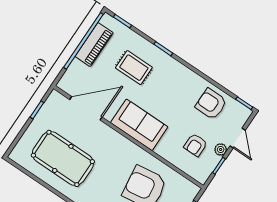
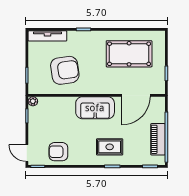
rug: (134, 68) -> (110, 147), moved
armchair: (211, 104) -> (58, 152), turned 180
door: (238, 138) -> (27, 153), moved
armchair: (195, 145) -> (51, 119), removed
plant: (221, 149) -> (33, 101), moved

